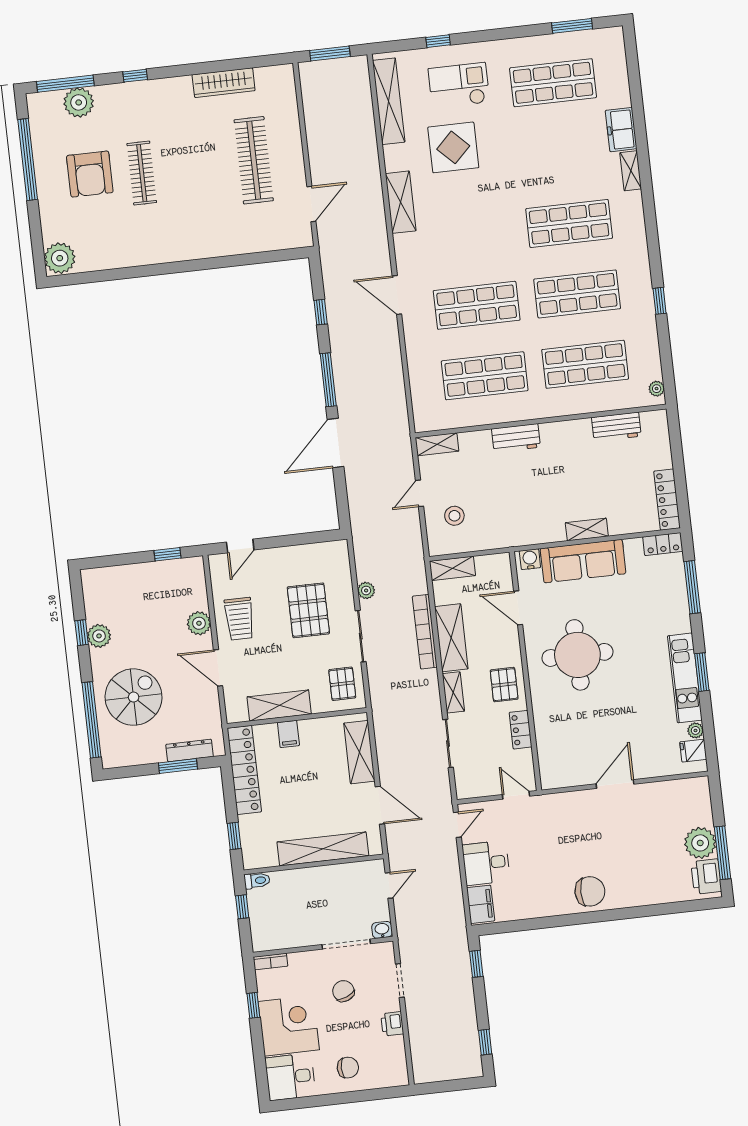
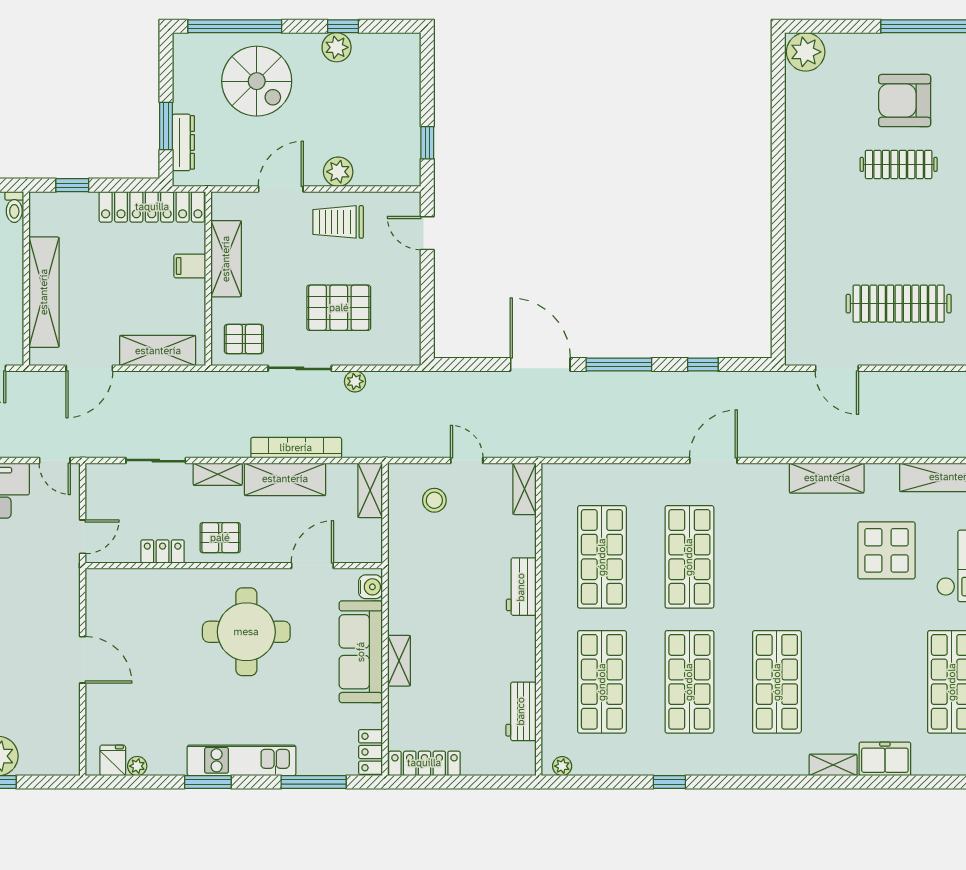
kitchen unit: (685, 678) -> (242, 760), moved

